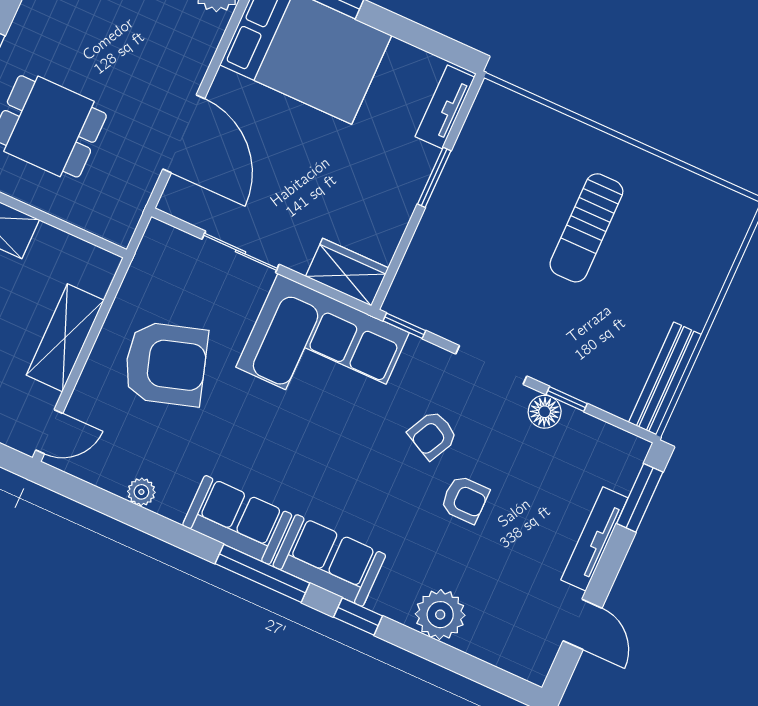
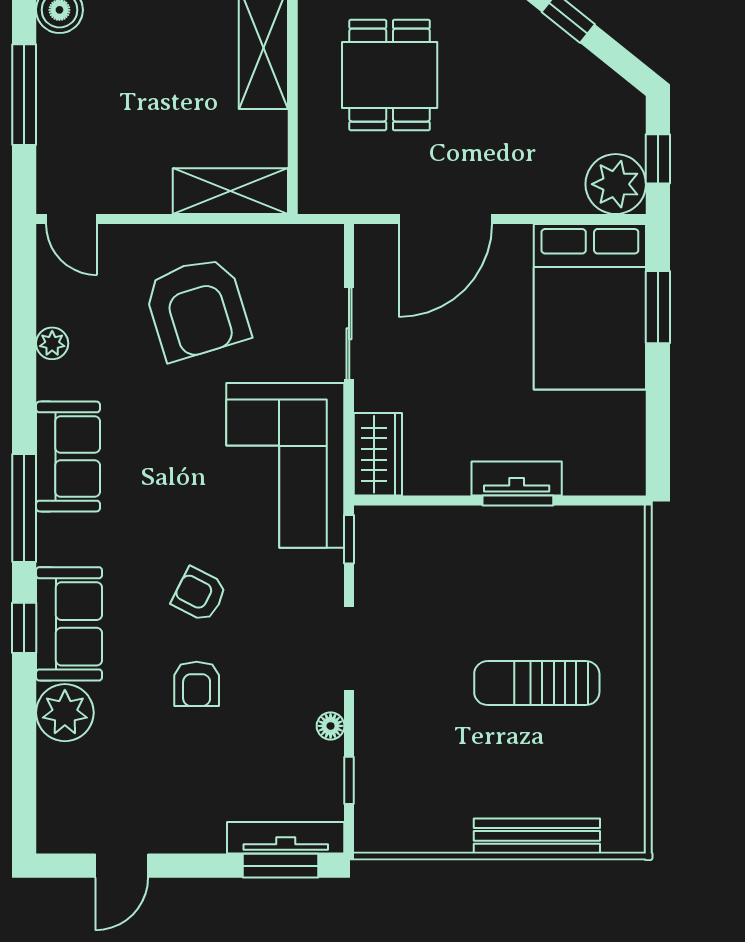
tv unit: (445, 107) -> (517, 478), moved
shelving: (65, 338) -> (230, 191), moved
bench: (665, 378) -> (537, 836), moved
window: (567, 399) -> (349, 780), moved
floor lamp: (545, 412) -> (331, 726), width x0.73, depth x0.73
armchair: (433, 435) -> (199, 594), moved
tv unit: (594, 539) -> (286, 838), moved
sofa: (329, 560) -> (69, 624), moved

